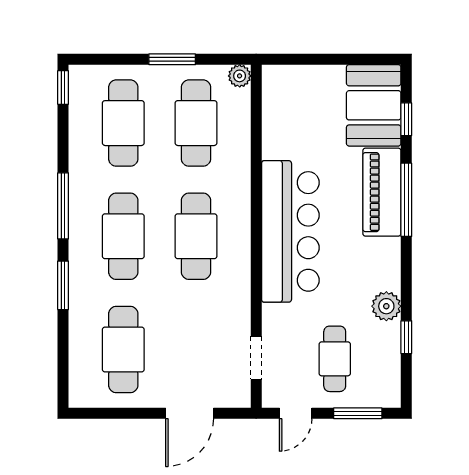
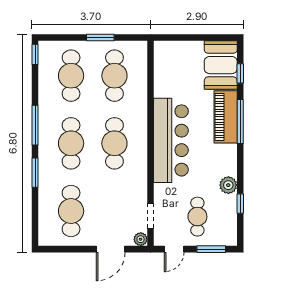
plant: (240, 76) -> (141, 239), moved

